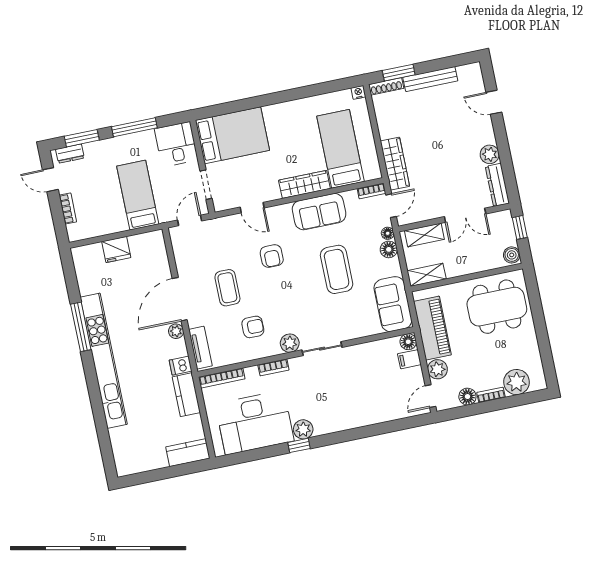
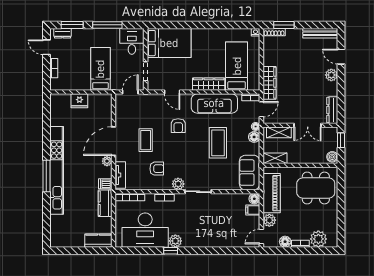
bench: (430, 79) -> (320, 33), moved
plant: (490, 154) -> (331, 75), moved
sofa: (319, 212) -> (214, 103), width x1.36
window: (81, 327) -> (46, 176), moved

